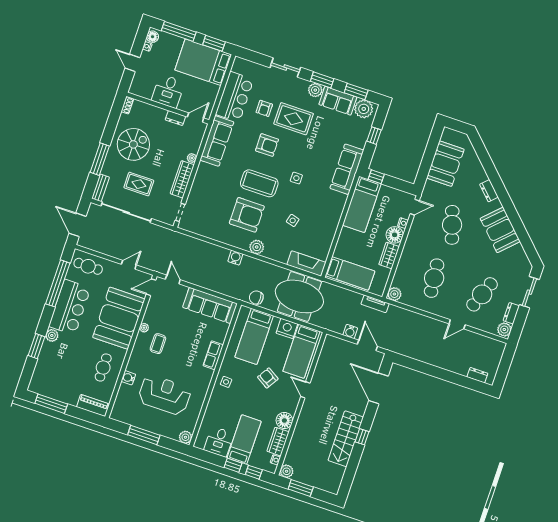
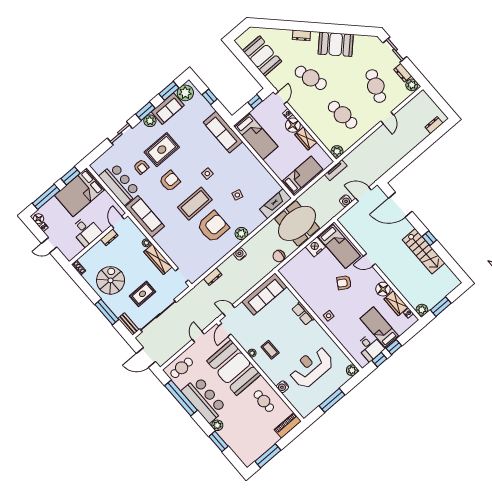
window: (376, 177) -> (255, 102), moved
dresser: (197, 244) -> (213, 277), added
bed: (254, 336) -> (307, 275), removed
window: (254, 472) -> (379, 360), moved

